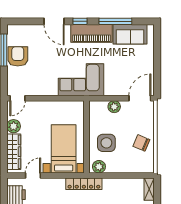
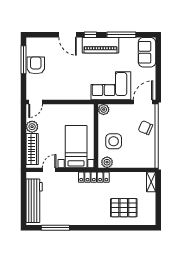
sofa: (130, 34) -> (147, 52), moved, turned 90
corner sofa: (81, 80) -> (111, 86), moved
plant: (114, 107) -> (104, 110), moved
chair: (141, 143) -> (145, 128), moved

